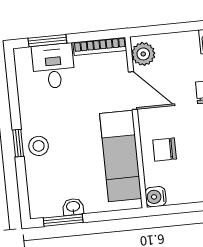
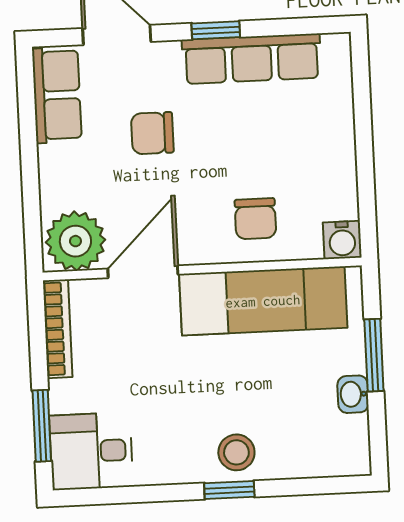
plant: (143, 54) -> (75, 241), width x1.36, depth x1.36
desk: (53, 66) -> (91, 451), moved
window: (63, 220) -> (374, 355), moved

